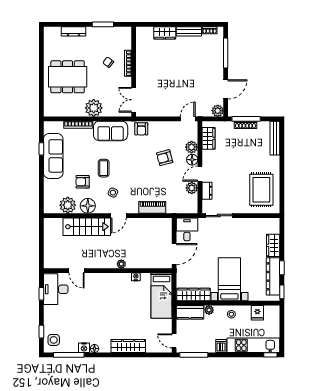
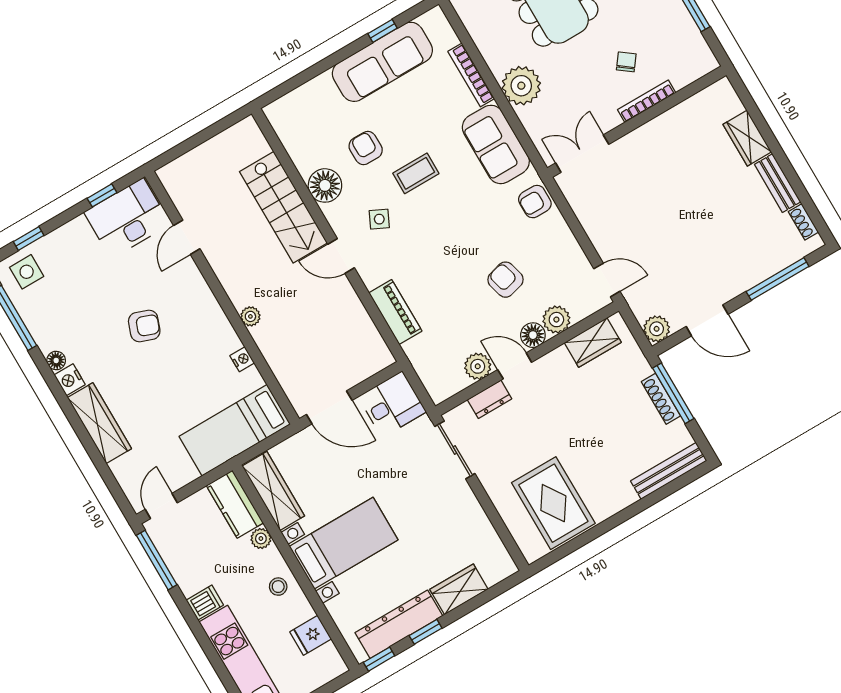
rug: (261, 190) -> (553, 503), turned 90
plant: (68, 205) -> (304, 146), removed
armchair: (101, 307) -> (144, 326), added
nightstand: (84, 348) -> (70, 380), moved

